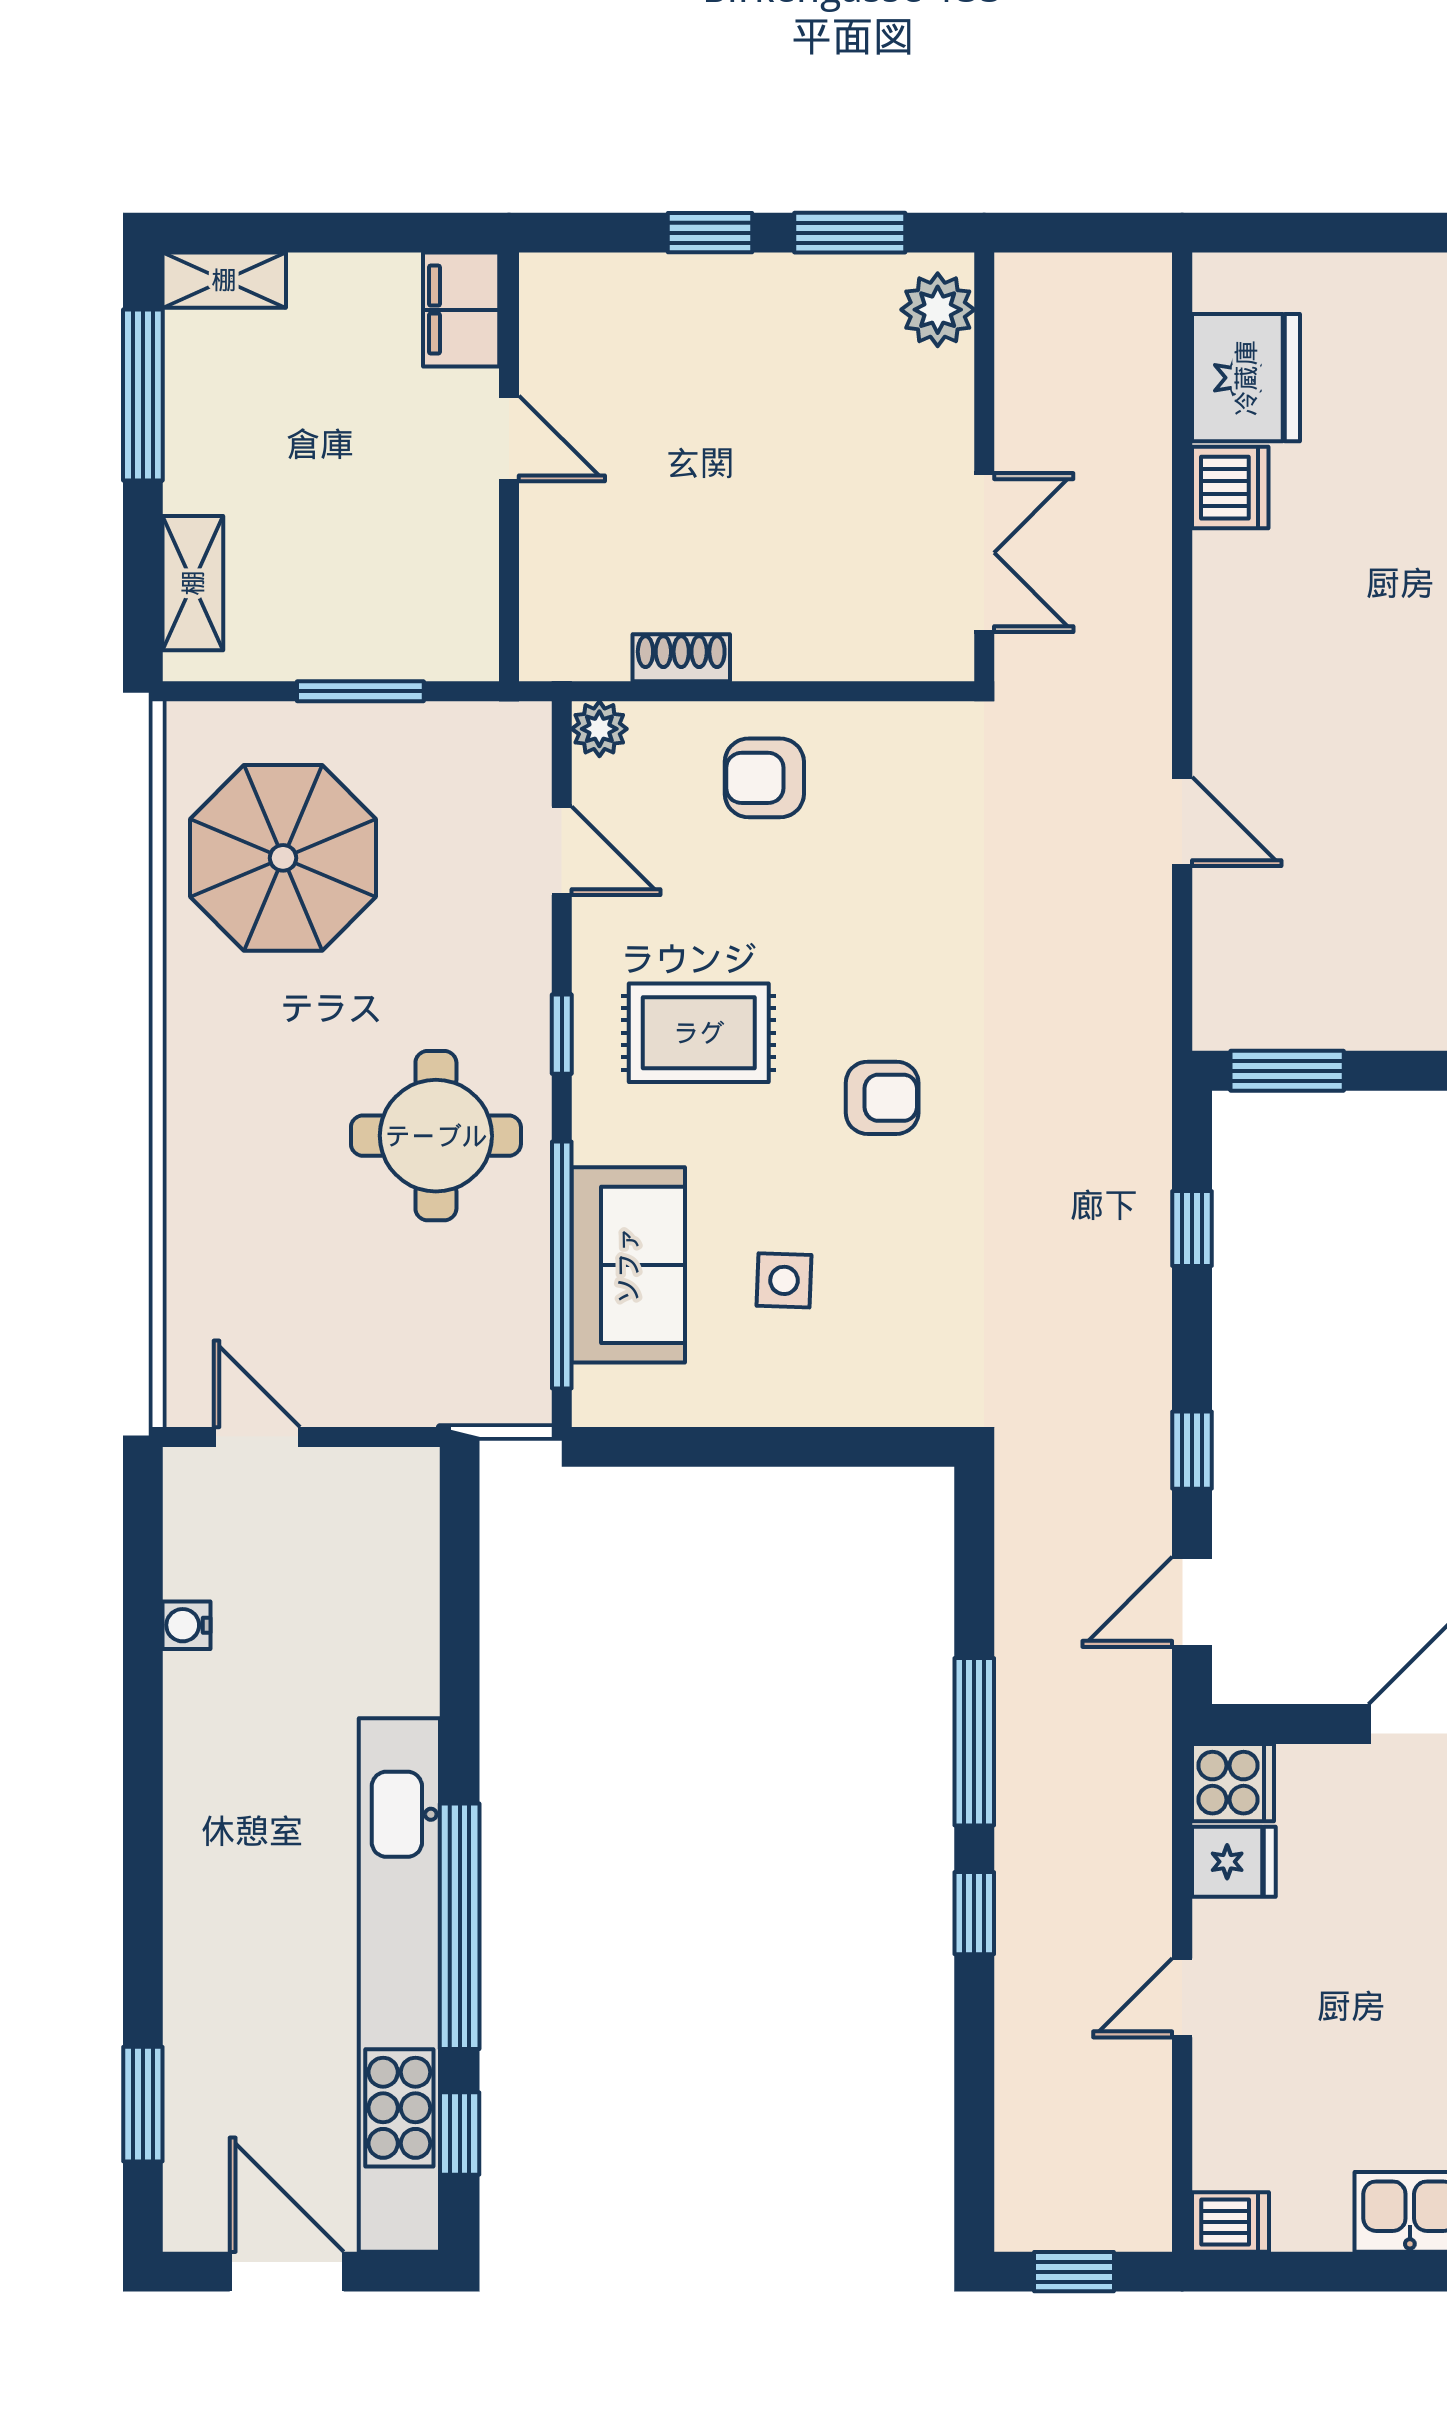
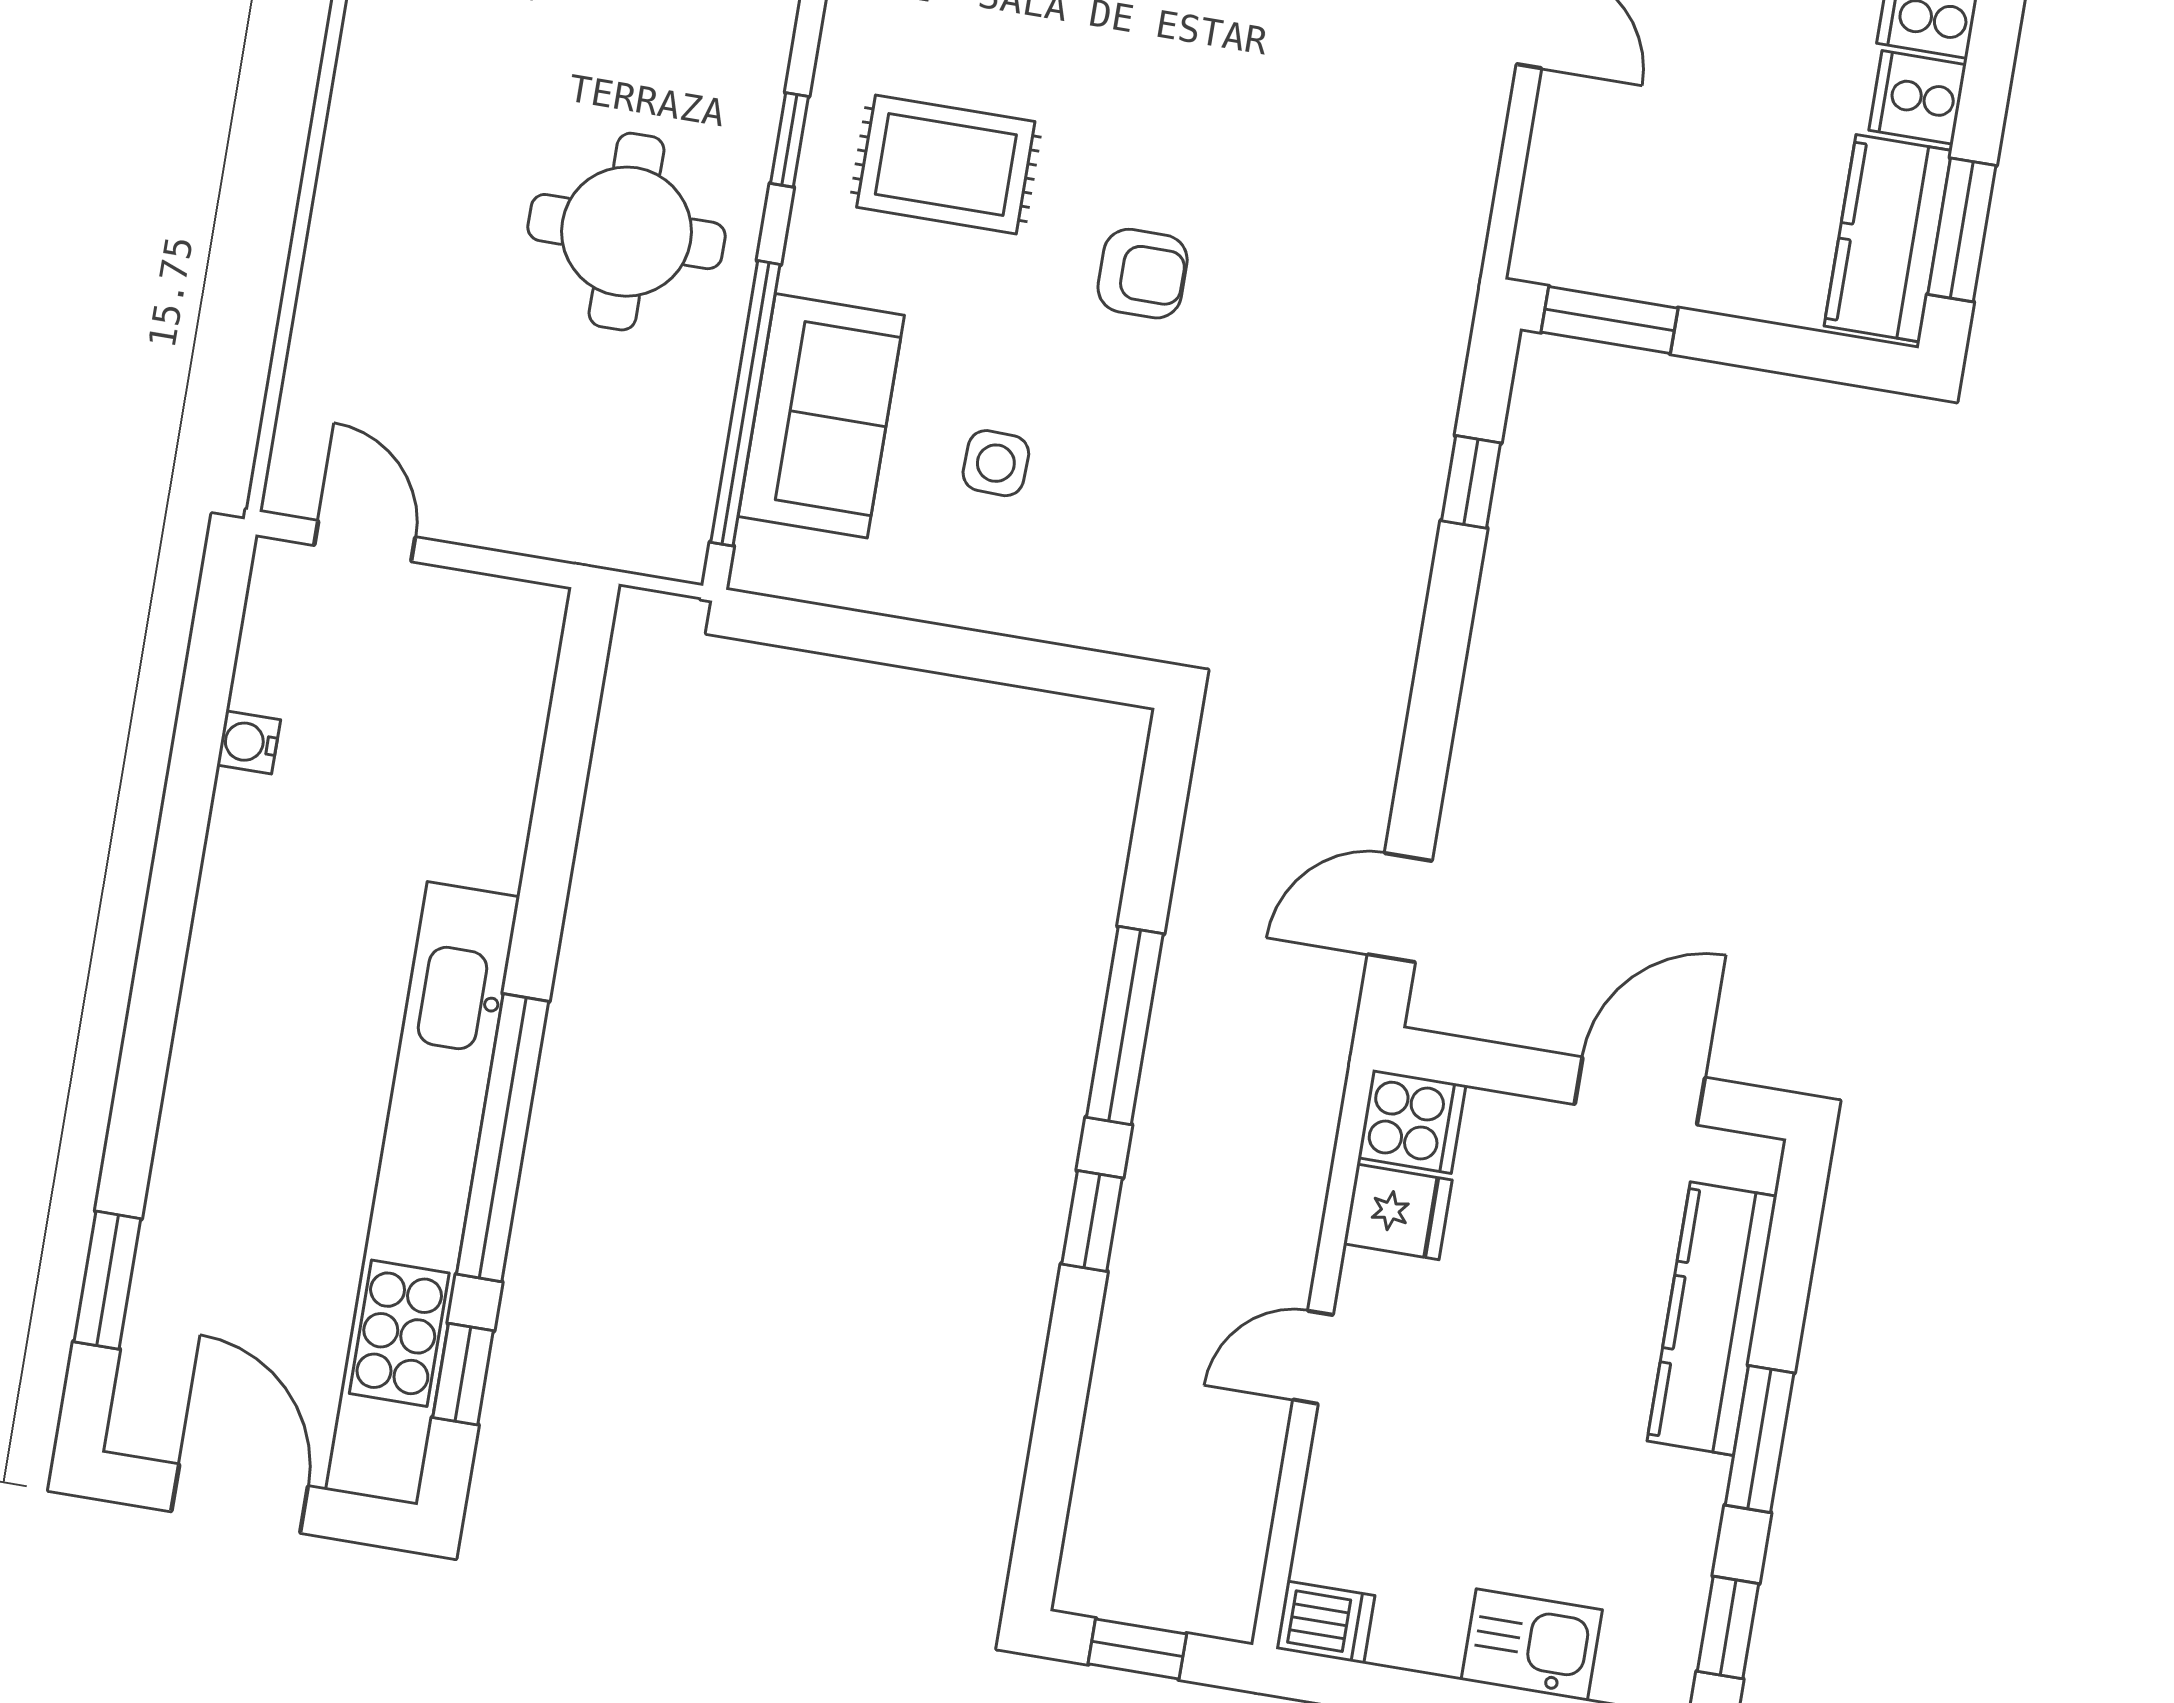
window: (1192, 1450) -> (1429, 735), removed

